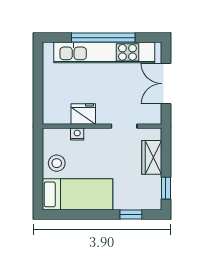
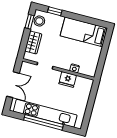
stool: (57, 163) -> (39, 21), moved

